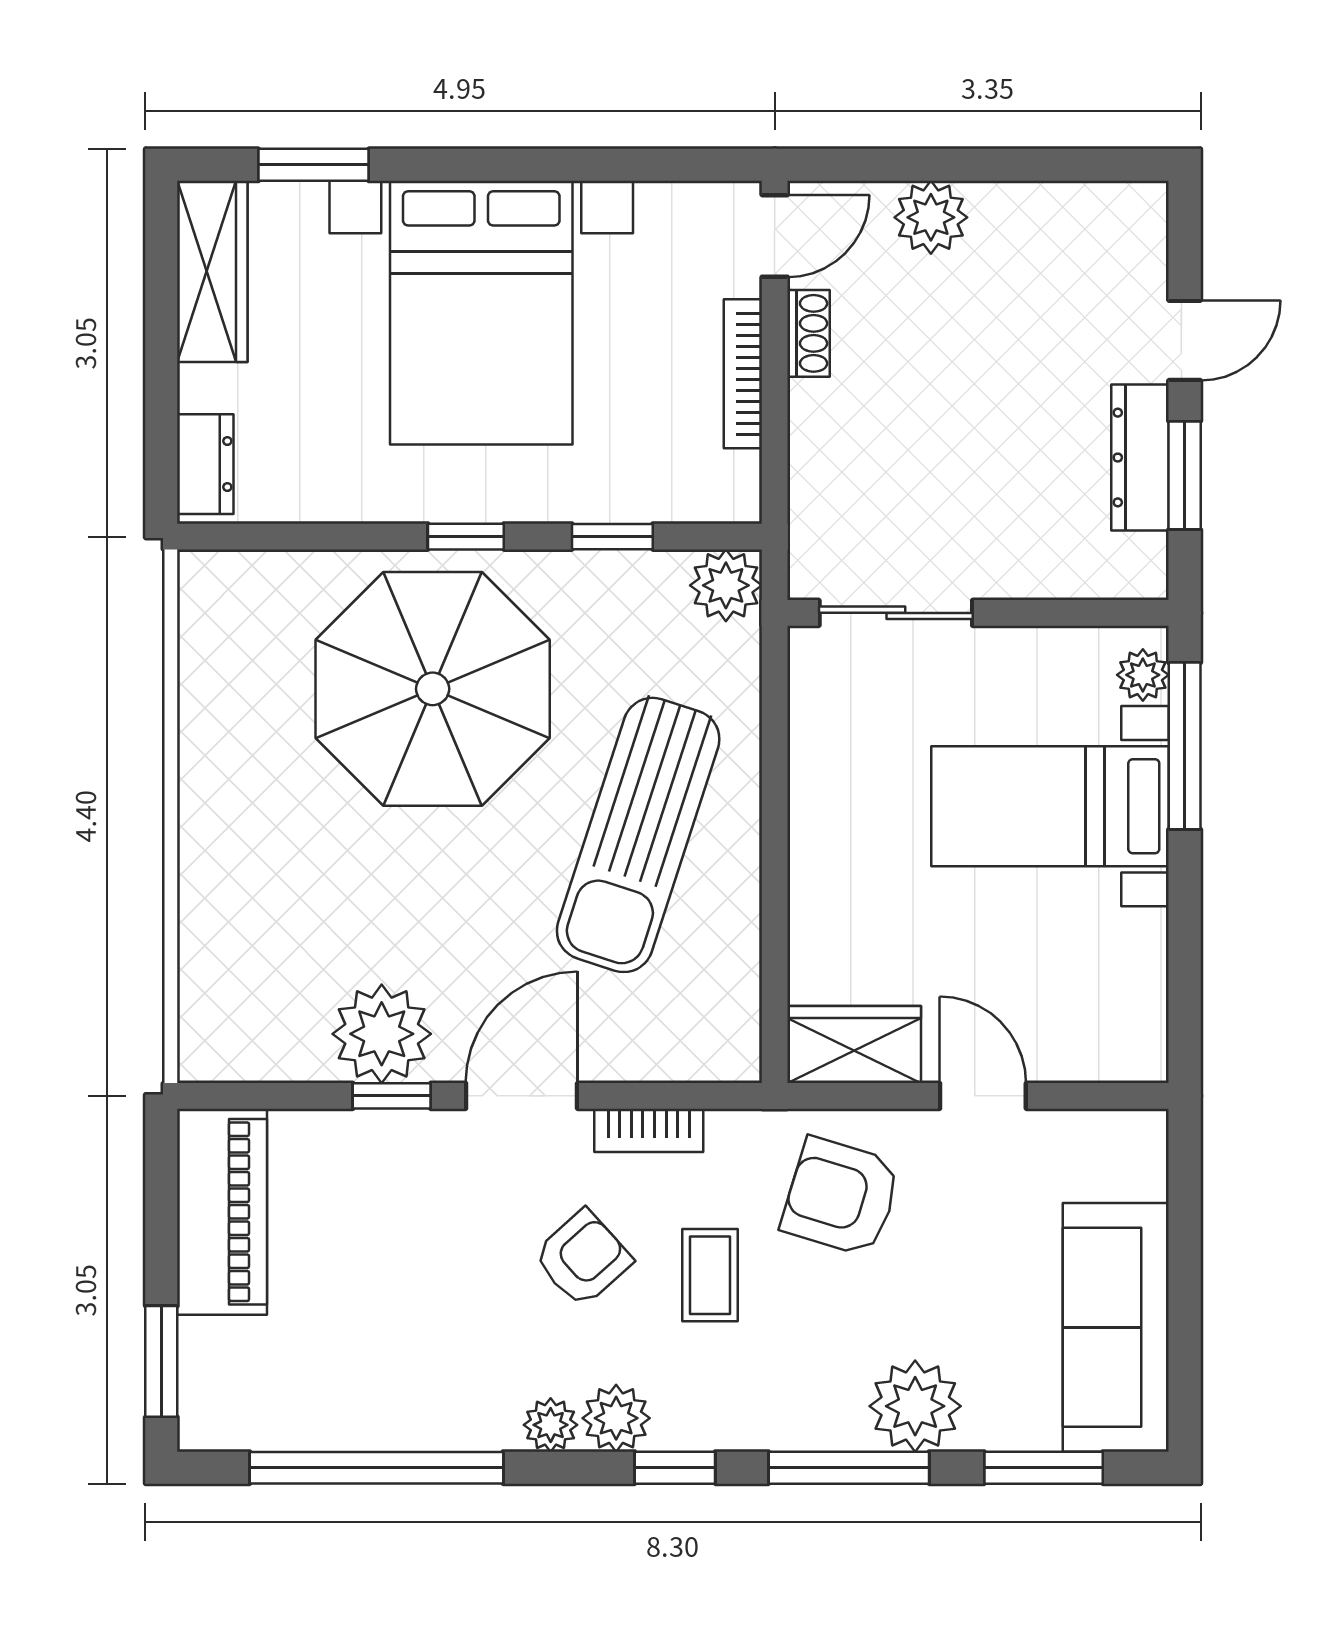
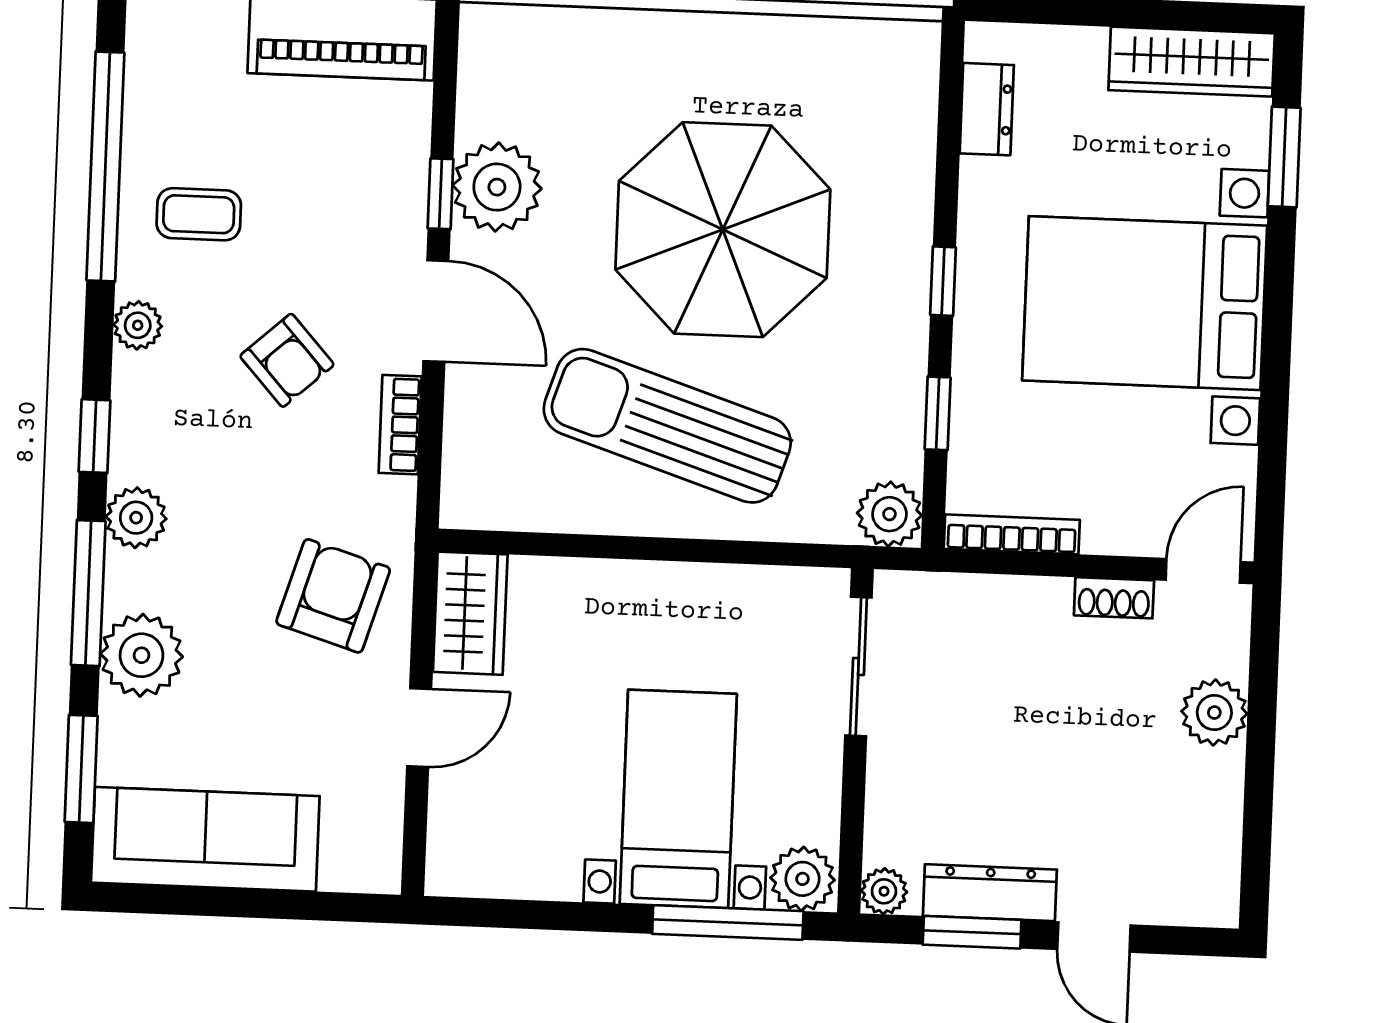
door: (775, 236) -> (1203, 571), swing flipped
bookcase: (743, 374) -> (1012, 534), moved
dresser: (205, 464) -> (987, 109), moved, turned -90
plant: (1143, 575) -> (884, 891), added
plant: (1143, 675) -> (803, 879), width x1.38, depth x1.38
parasol: (433, 689) -> (723, 230), moved
coffee table: (710, 1275) -> (199, 214), moved
plant: (616, 1418) -> (136, 518), moved

